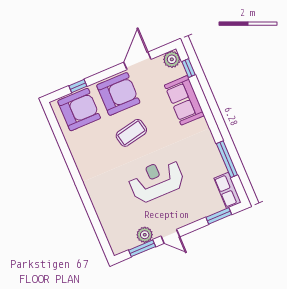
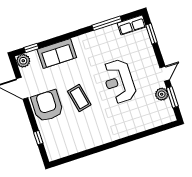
armchair: (79, 110) -> (57, 138), removed

